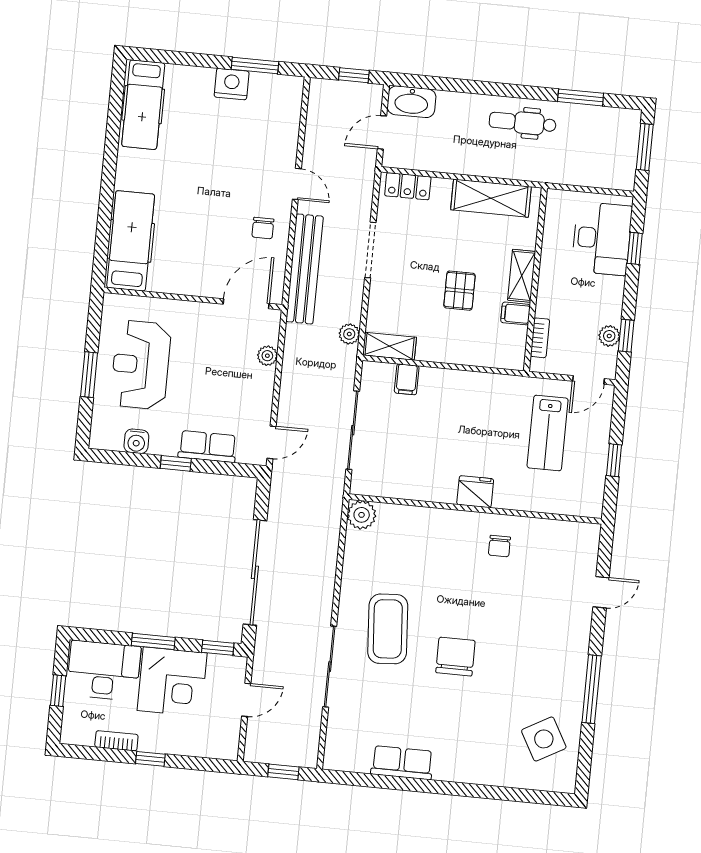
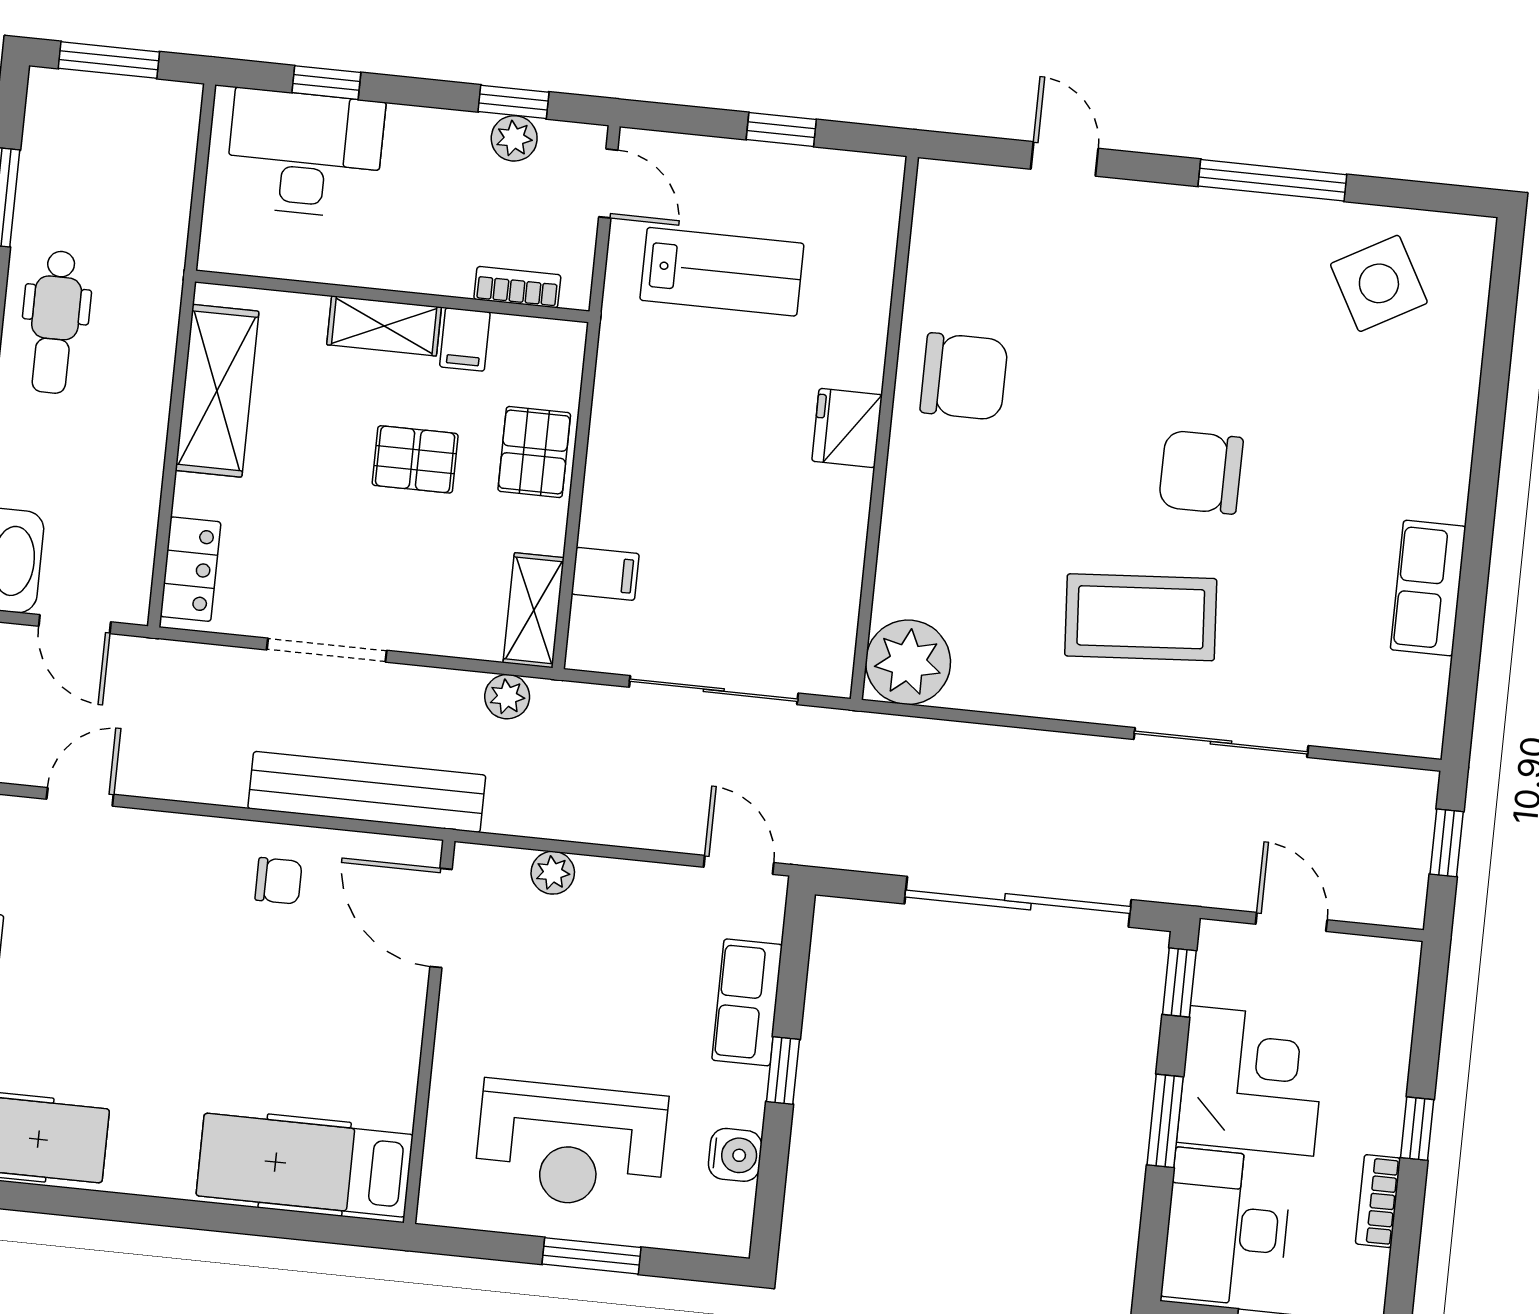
door: (297, 184) -> (80, 797), moved
pallet: (463, 346) -> (534, 452), added
plant: (362, 515) -> (908, 662), width x1.36, depth x1.36
chair: (499, 546) -> (964, 376), width x1.87, depth x1.87

